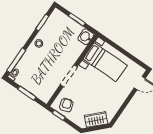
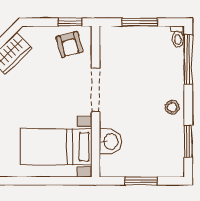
washbasin: (86, 37) -> (110, 141), moved

